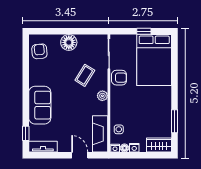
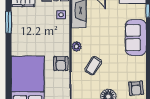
armchair: (119, 78) -> (61, 64), turned -90

